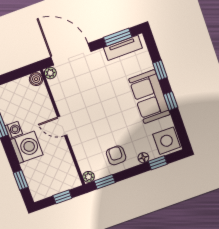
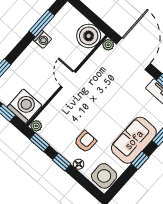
boiler: (36, 79) -> (89, 36), width x1.86, depth x1.86
washing machine: (27, 147) -> (25, 106), moved, turned -90
armchair: (116, 155) -> (85, 142), moved
window: (158, 163) -> (62, 162), moved

